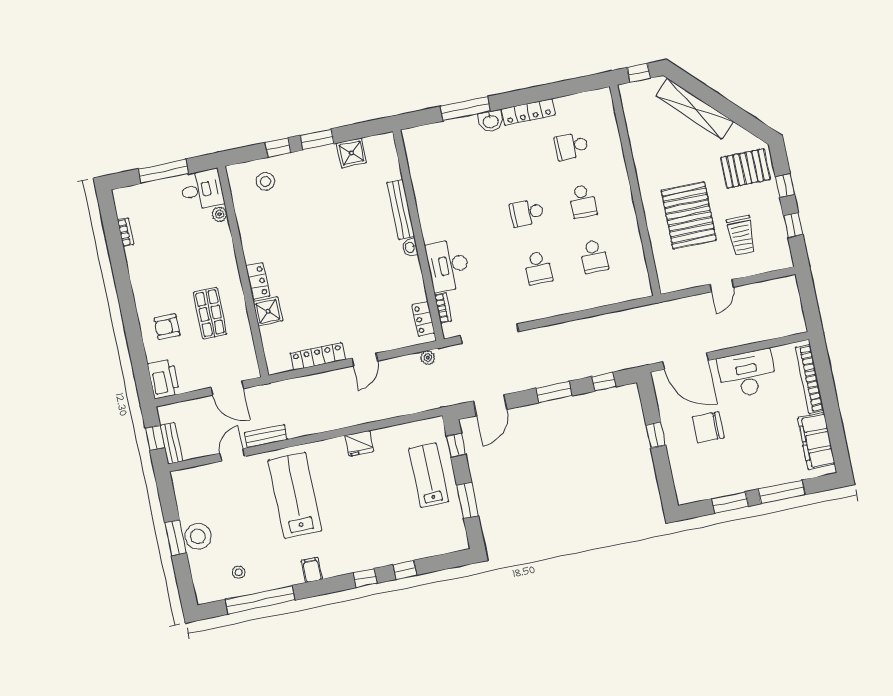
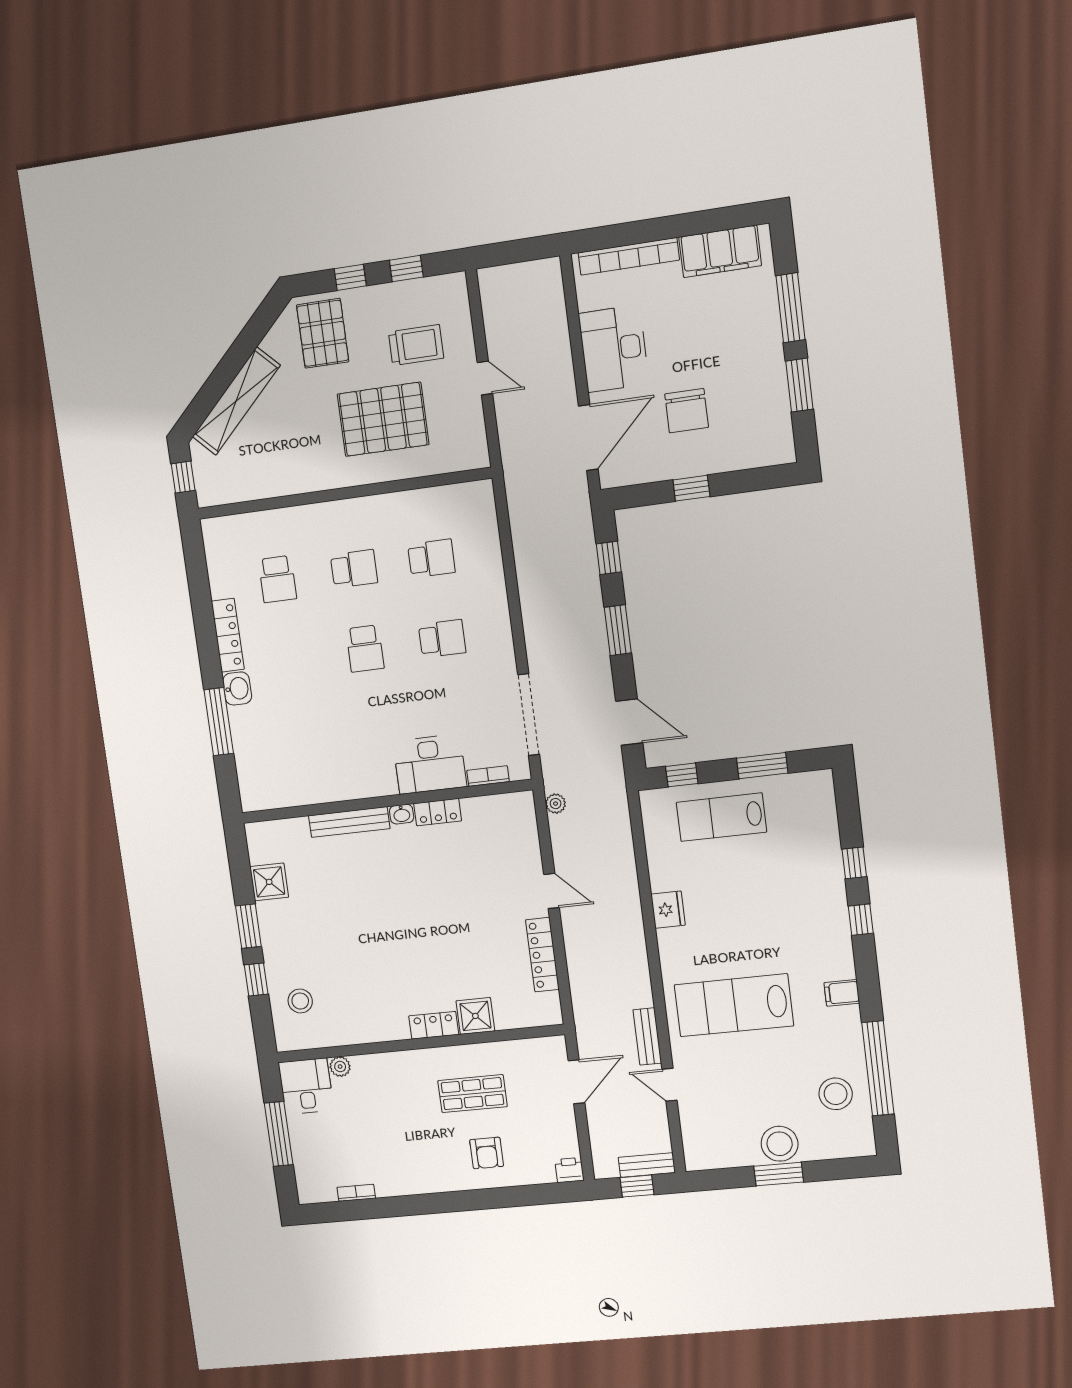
locker: (423, 319) -> (438, 812), moved
printer: (164, 379) -> (569, 1170), width x0.53, depth x0.68
stool: (239, 572) -> (836, 1094), width x1.89, depth x1.89

